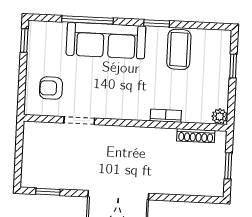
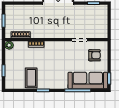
sofa: (106, 41) -> (88, 80), moved

